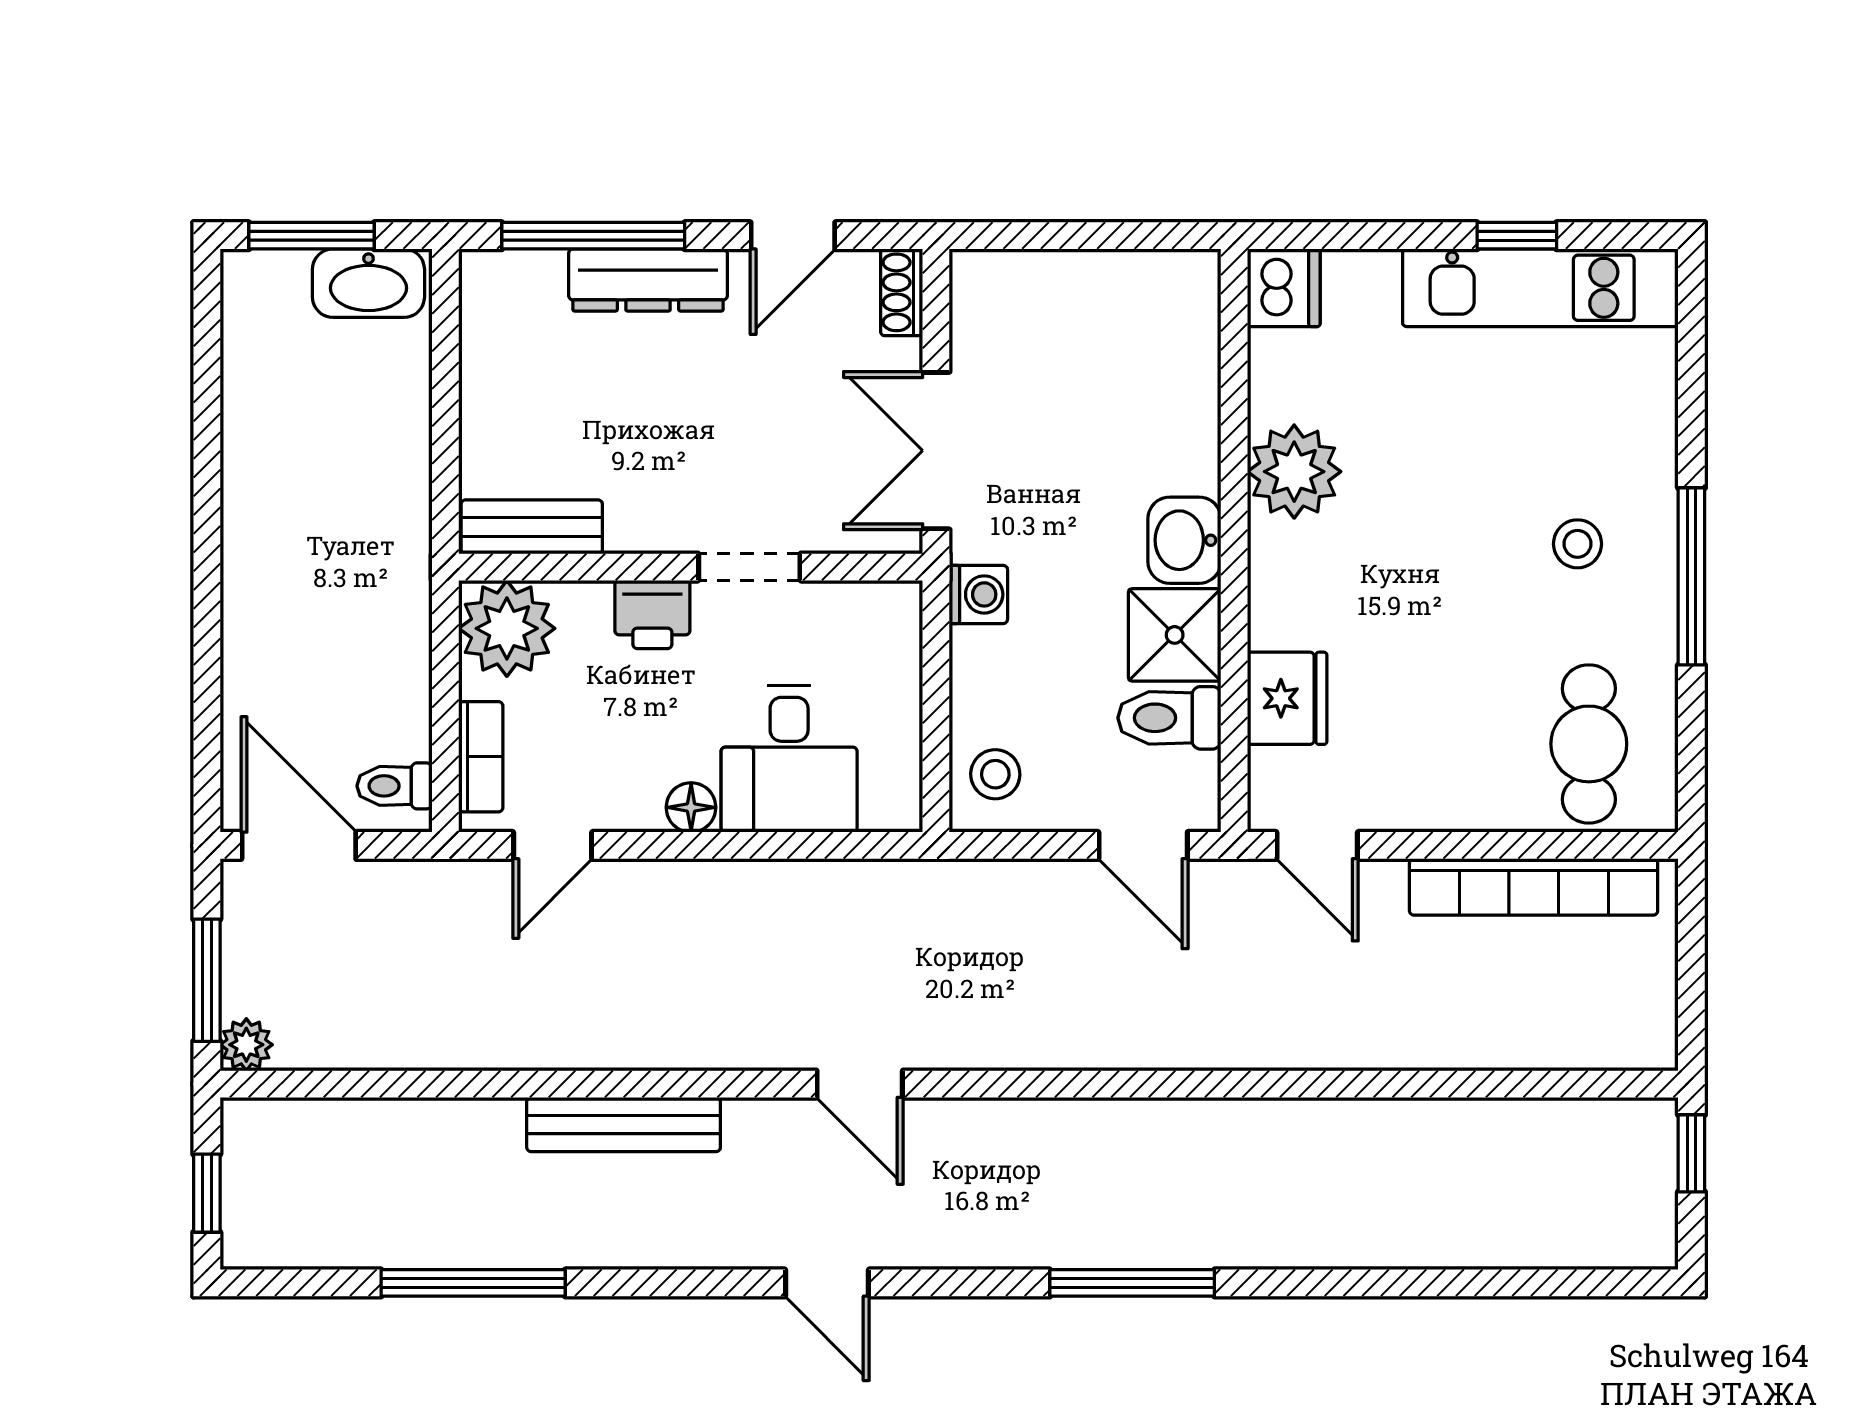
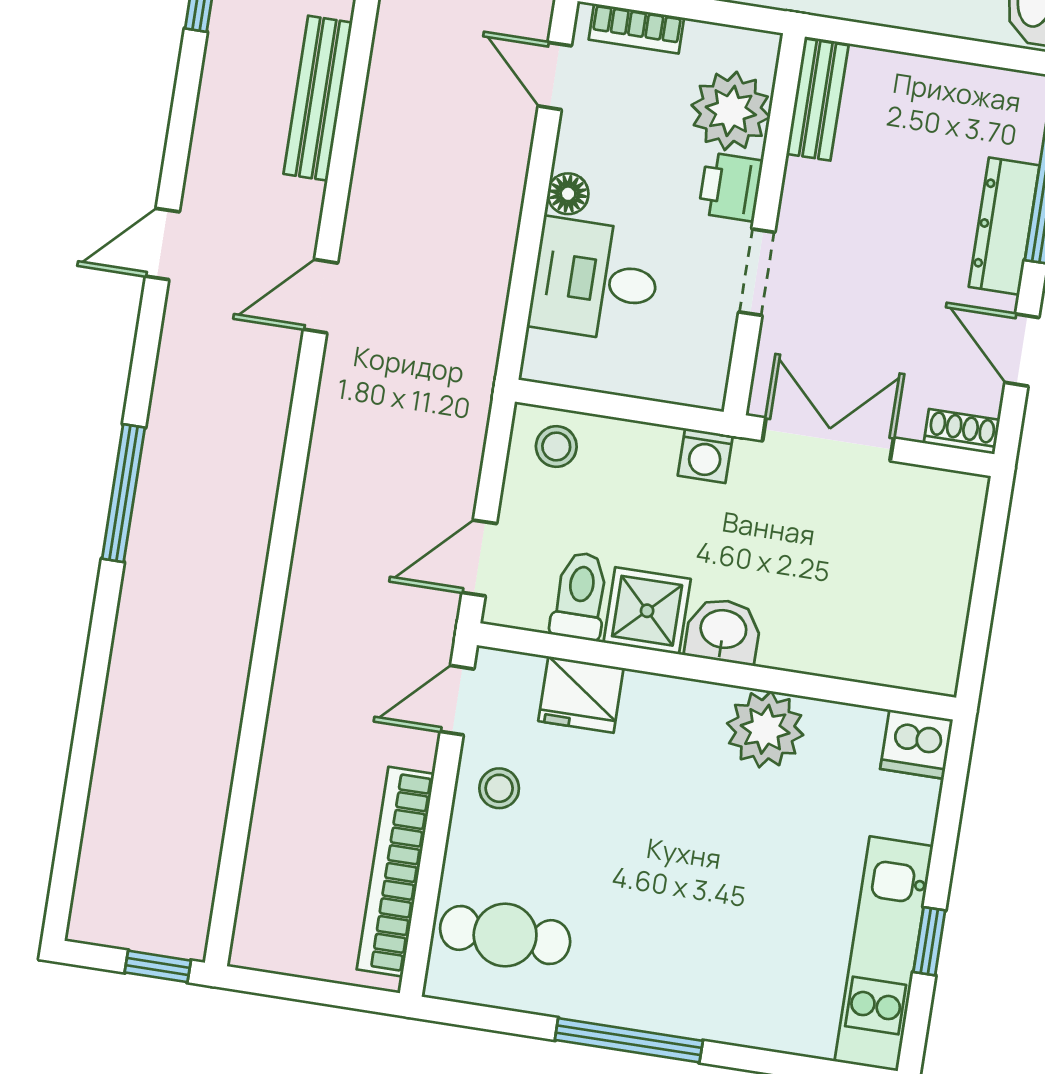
stool: (1578, 544) -> (499, 788), moved
plant: (507, 628) -> (731, 111), moved

